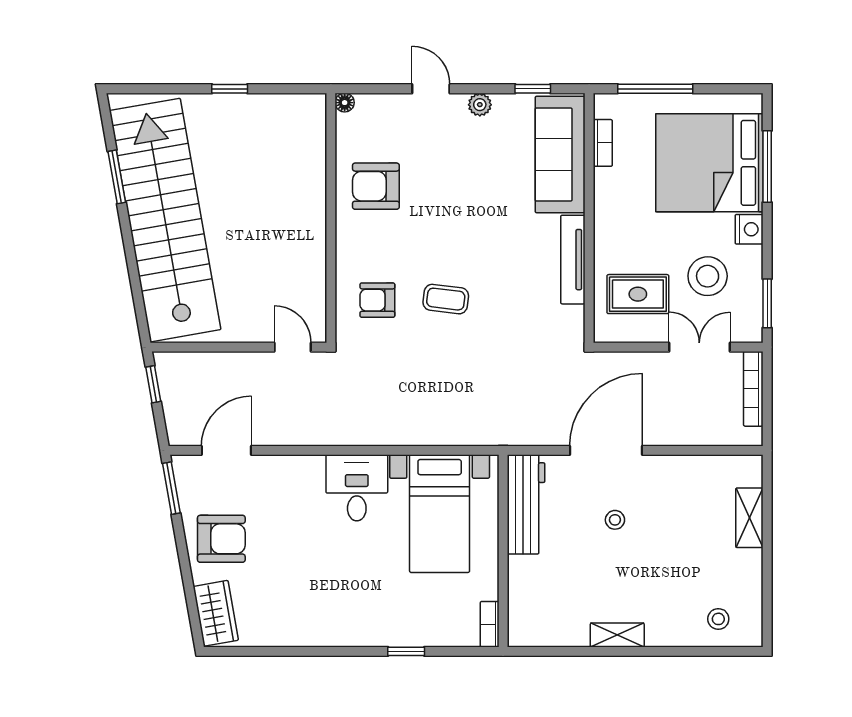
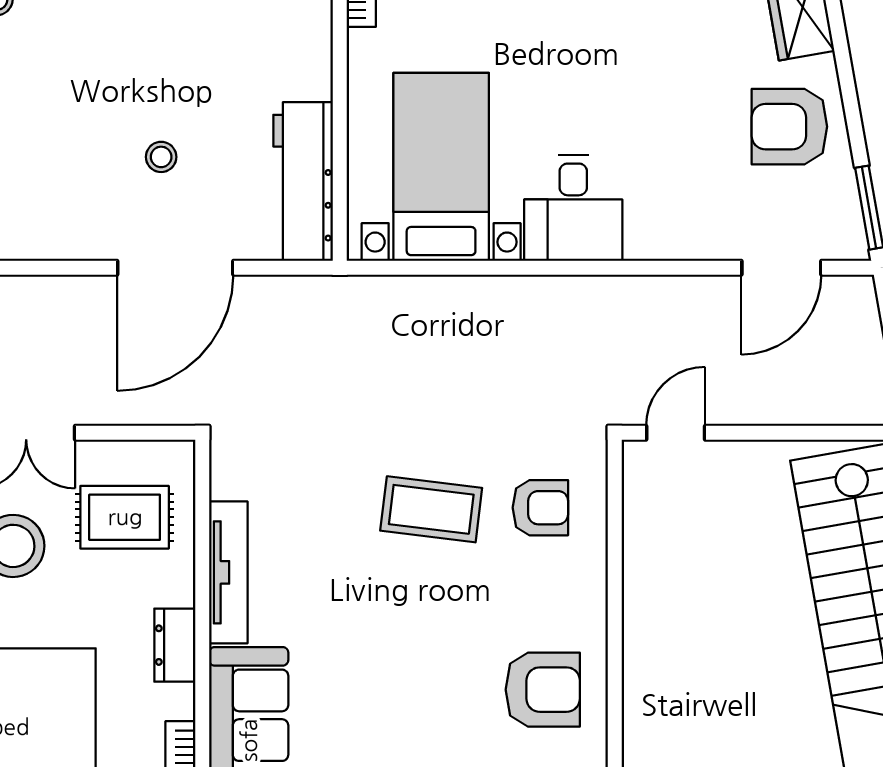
dresser: (606, 214) -> (175, 645), added
coffee table: (446, 299) -> (431, 509), width x1.36, depth x1.30
door: (293, 347) -> (676, 433), swing flipped

